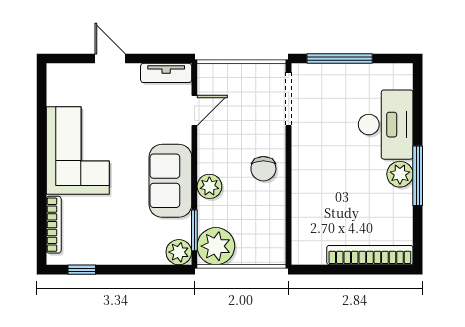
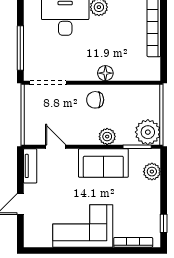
chair: (263, 169) -> (95, 100), turned 180
floor lamp: (303, 184) -> (105, 73), added
plant: (179, 252) -> (152, 172), moved

